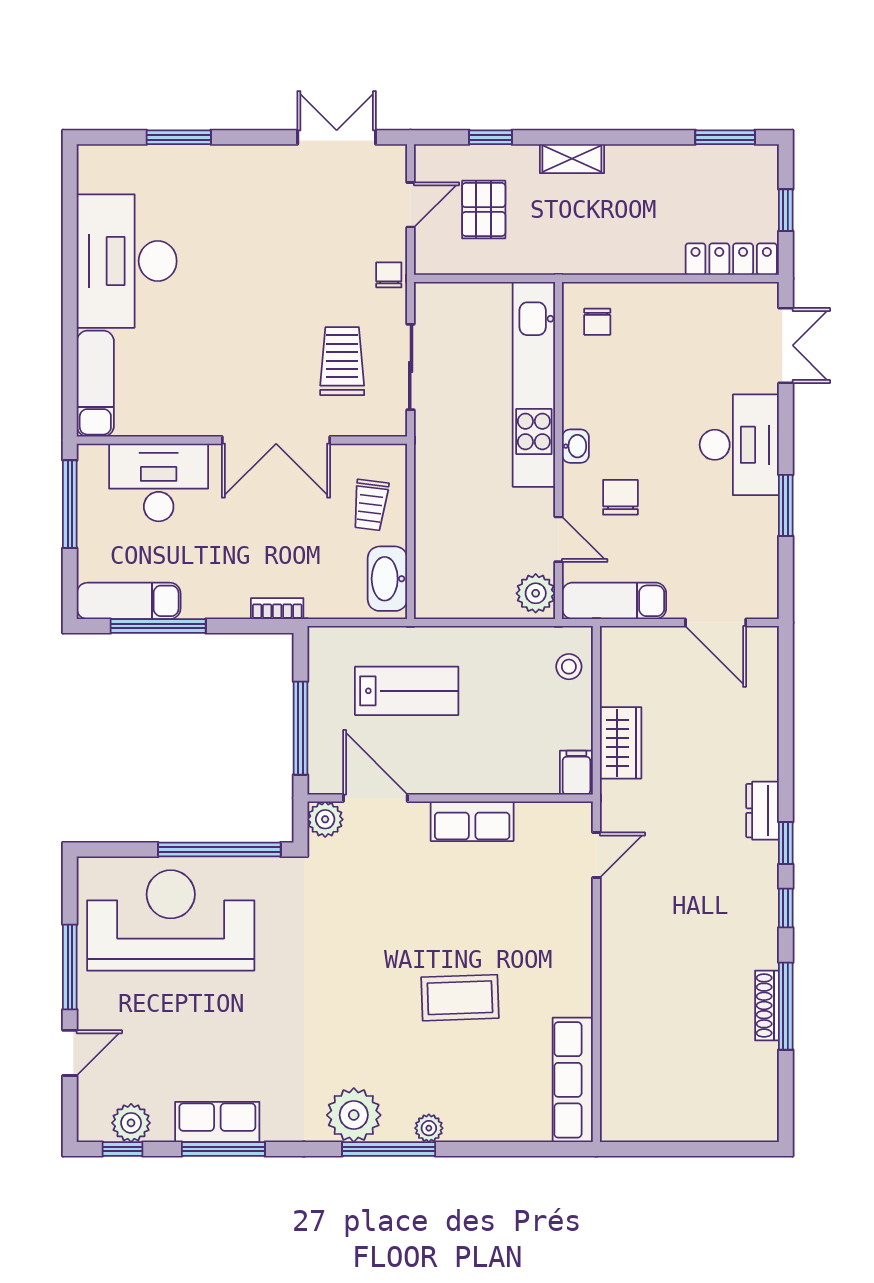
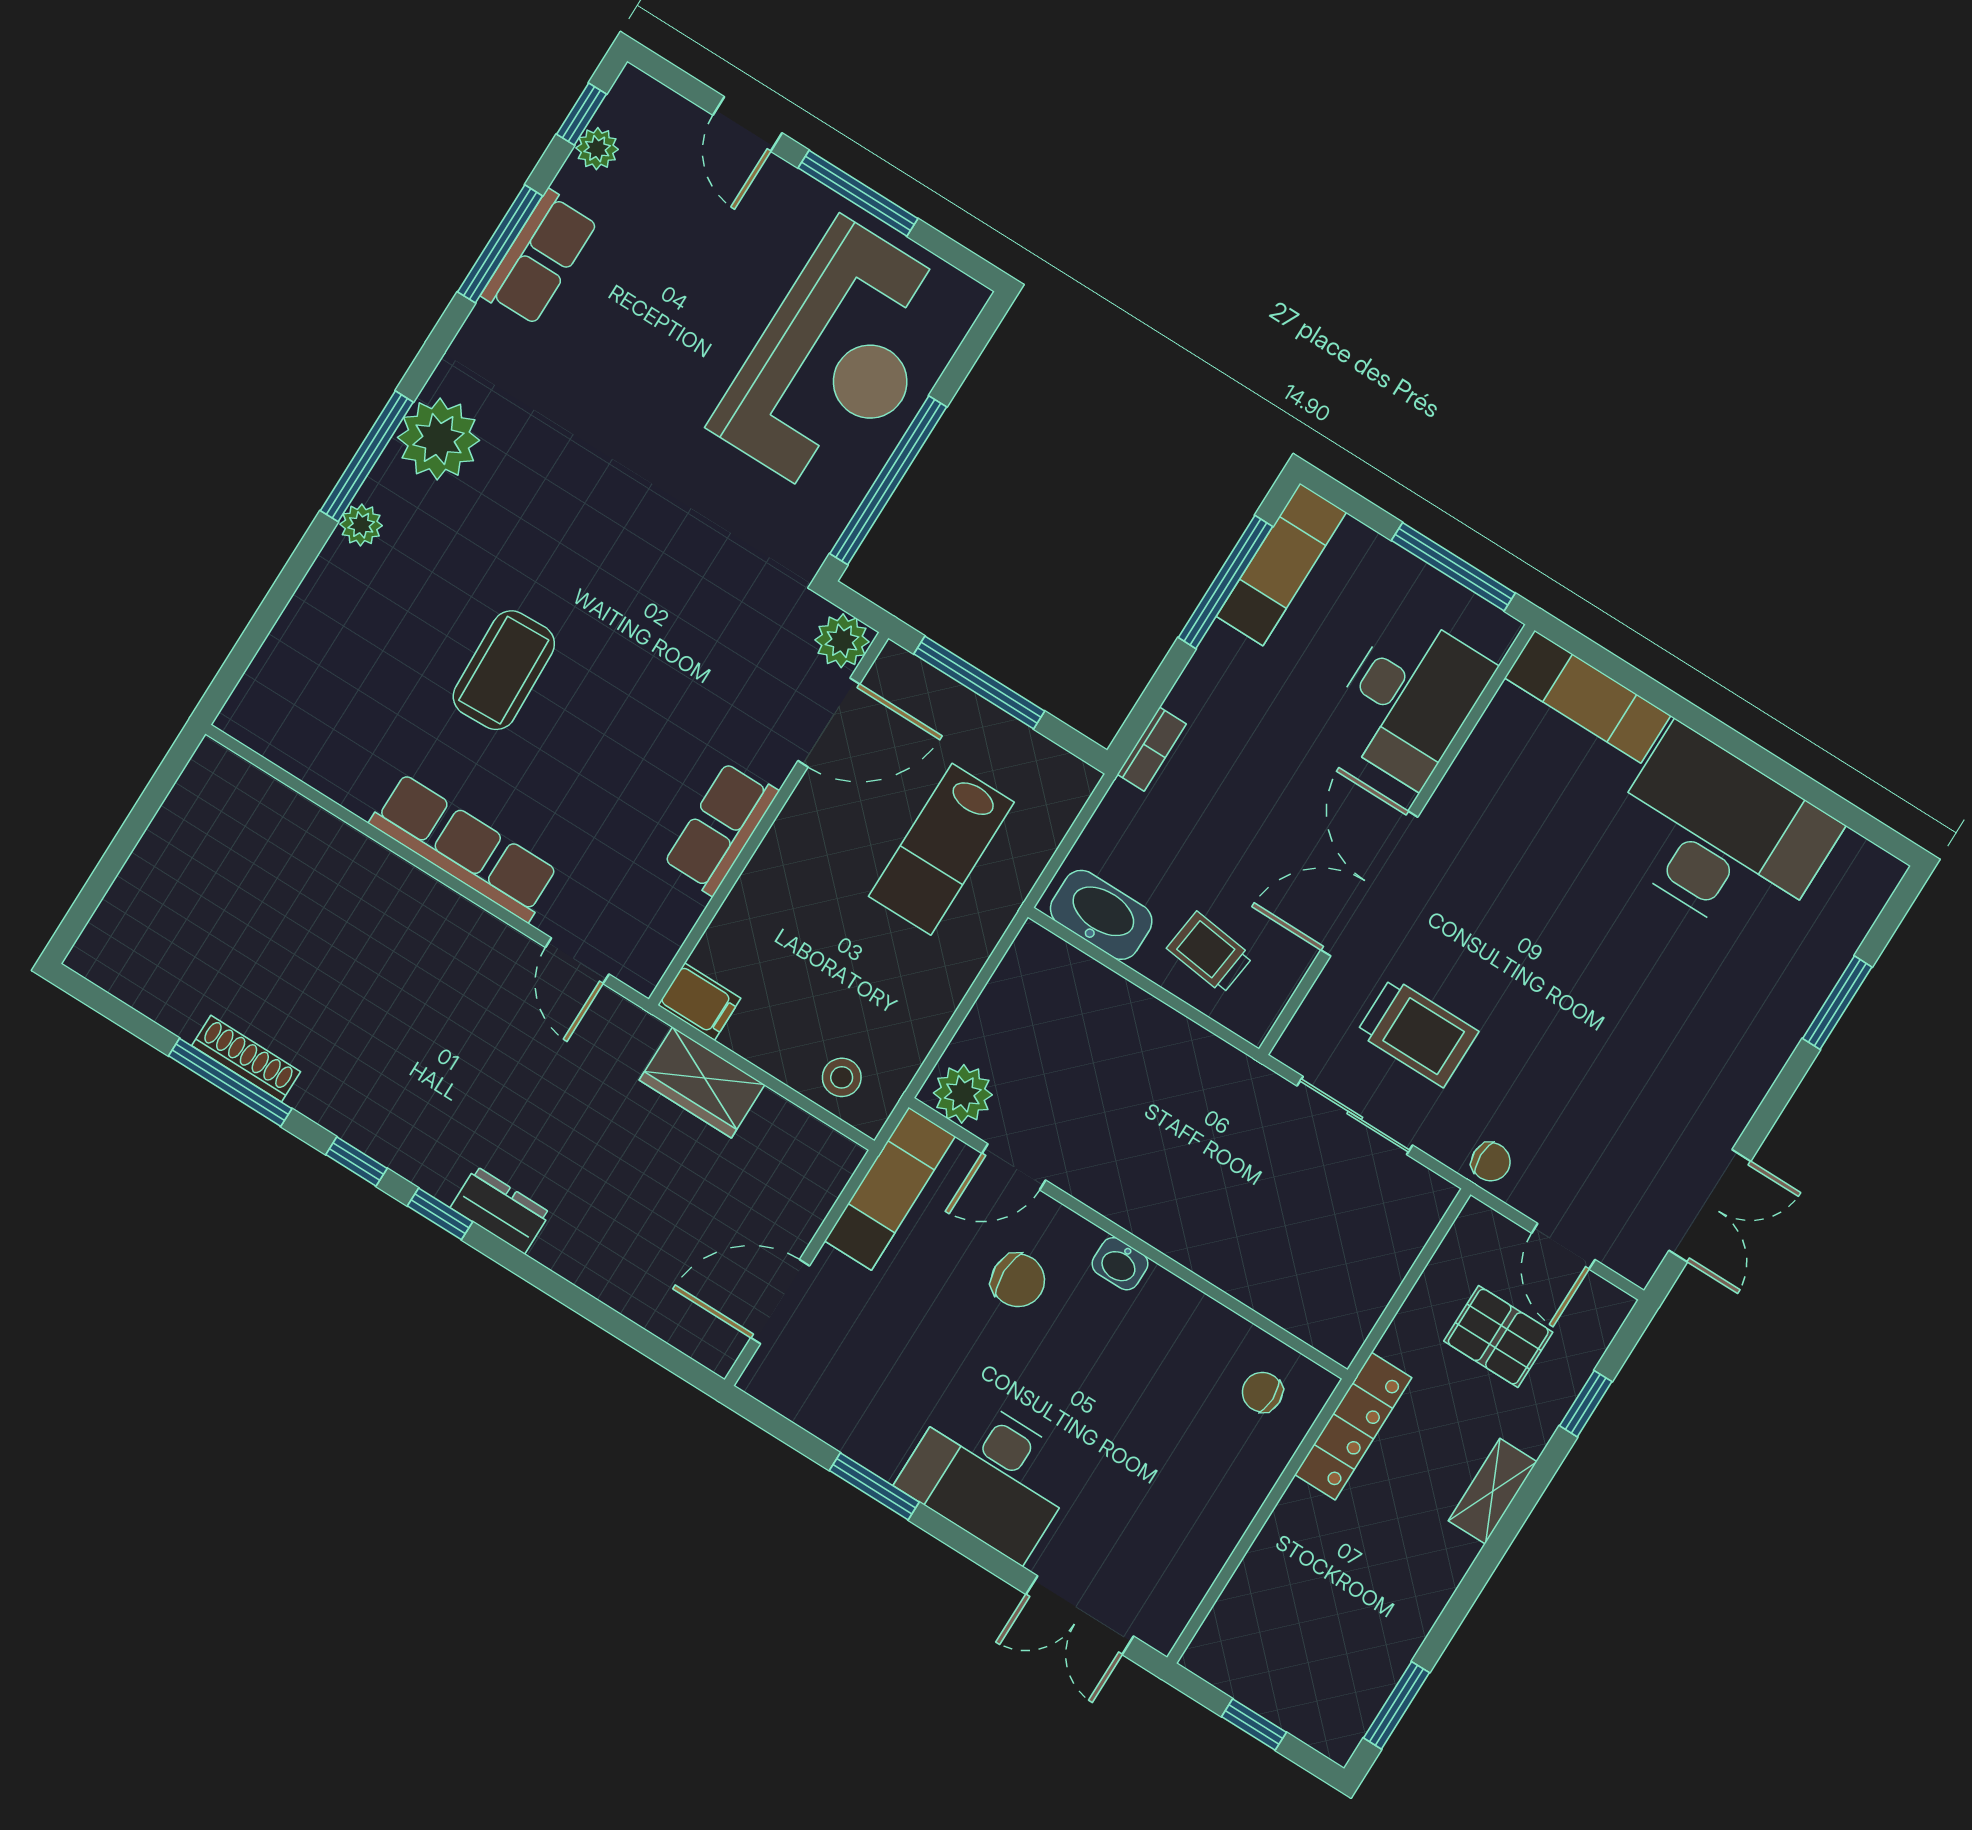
locker: (731, 259) -> (1353, 1426), moved
kitchen unit: (534, 384) -> (1233, 1260), removed
row of seats: (573, 1080) -> (464, 848), moved
plant: (131, 1123) -> (597, 149), width x0.73, depth x0.73

